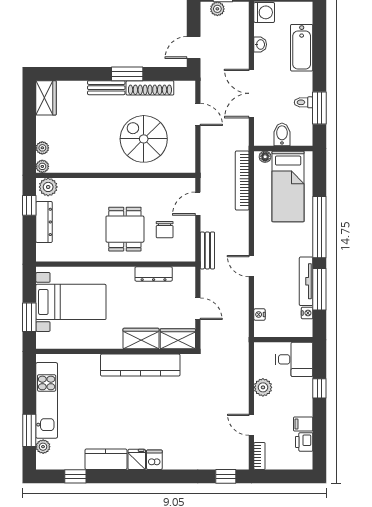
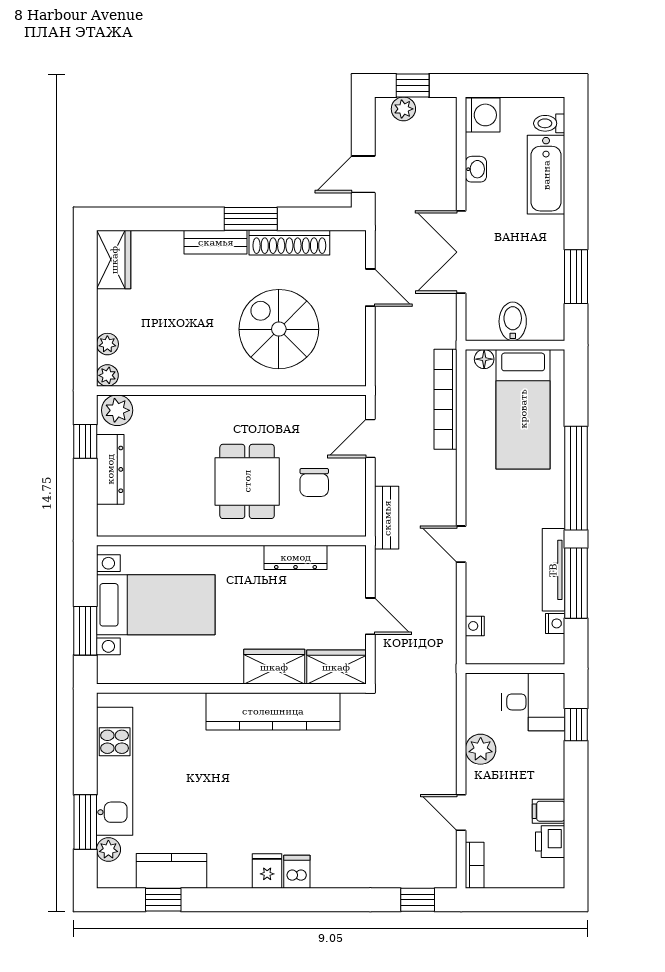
toilet: (304, 102) -> (549, 123), moved
window: (319, 388) -> (576, 725), moved
kitchen counter: (106, 459) -> (172, 871), moved

